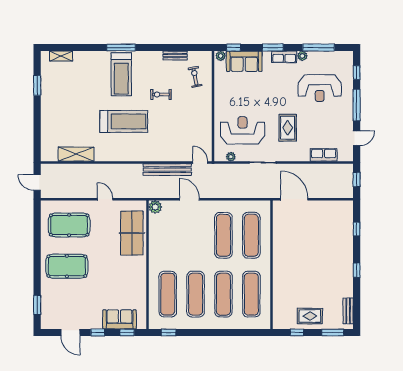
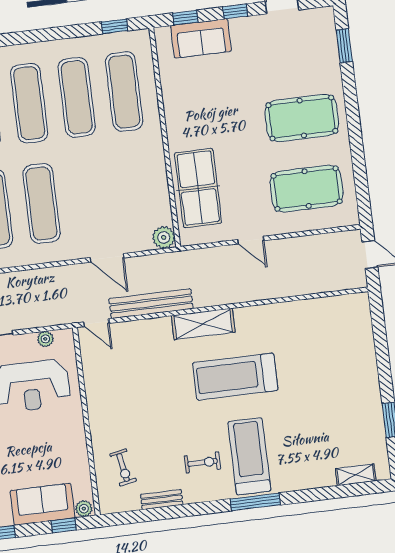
exercise bike: (161, 94) -> (202, 463), moved
shelving: (76, 154) -> (203, 324), moved

